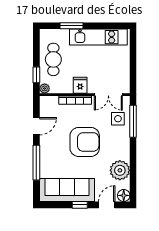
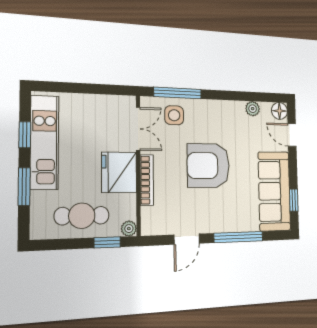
window: (103, 26) -> (25, 135), added
fridge: (80, 85) -> (119, 172), width x1.88, depth x1.34
door: (36, 126) -> (187, 239), swing flipped
armchair: (85, 142) -> (208, 166), turned -90
plant: (120, 170) -> (253, 109), width x0.53, depth x0.53
window: (80, 205) -> (294, 200), moved

